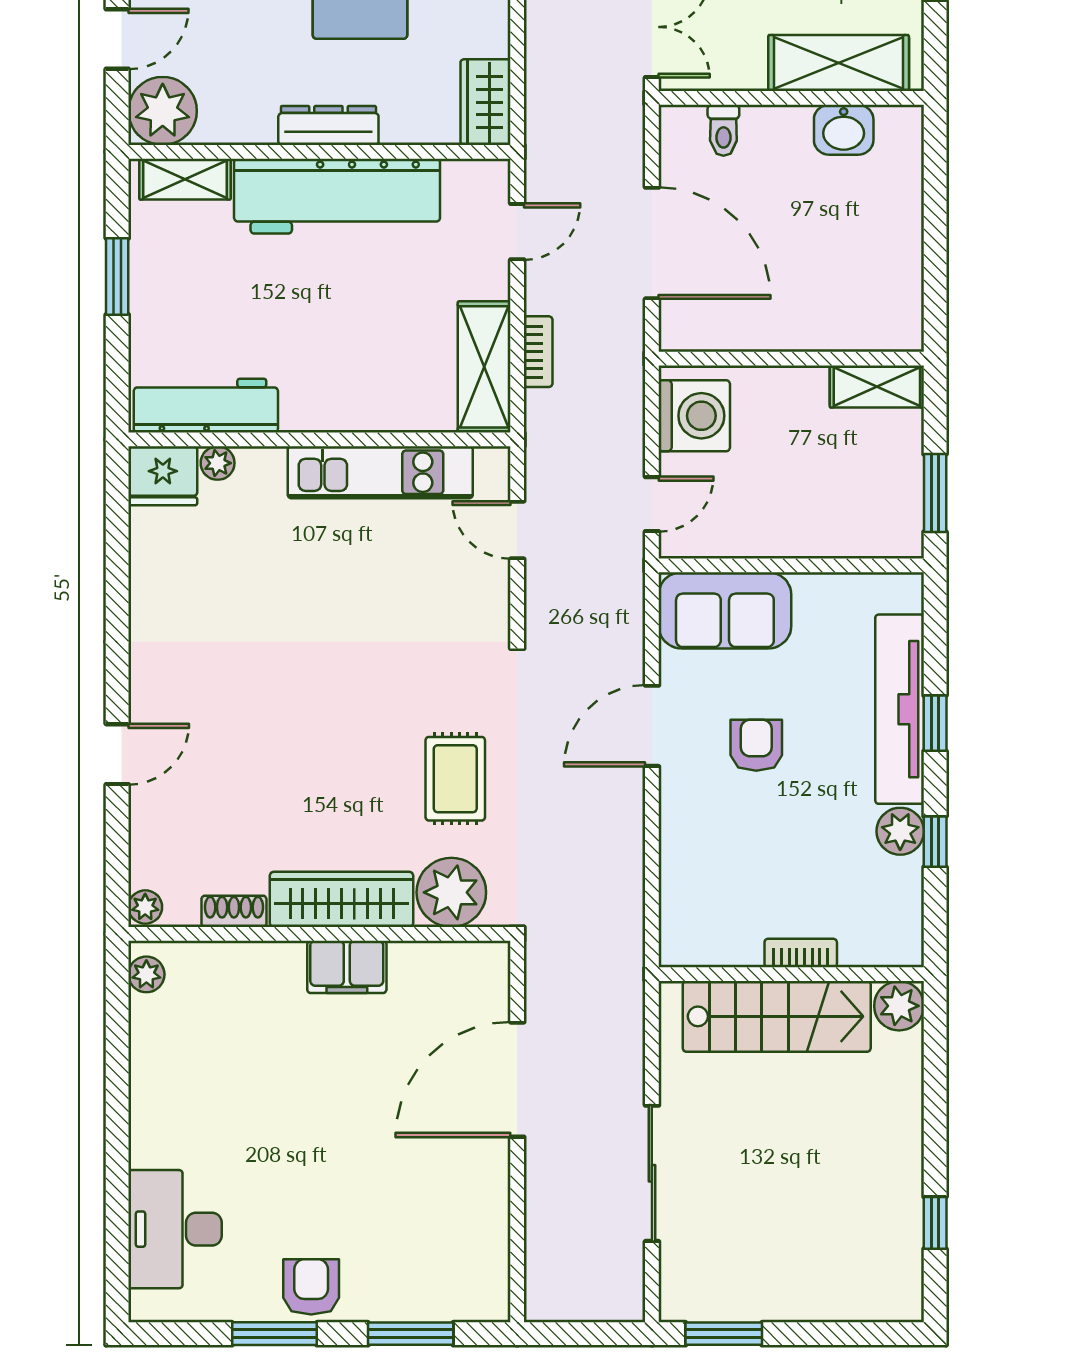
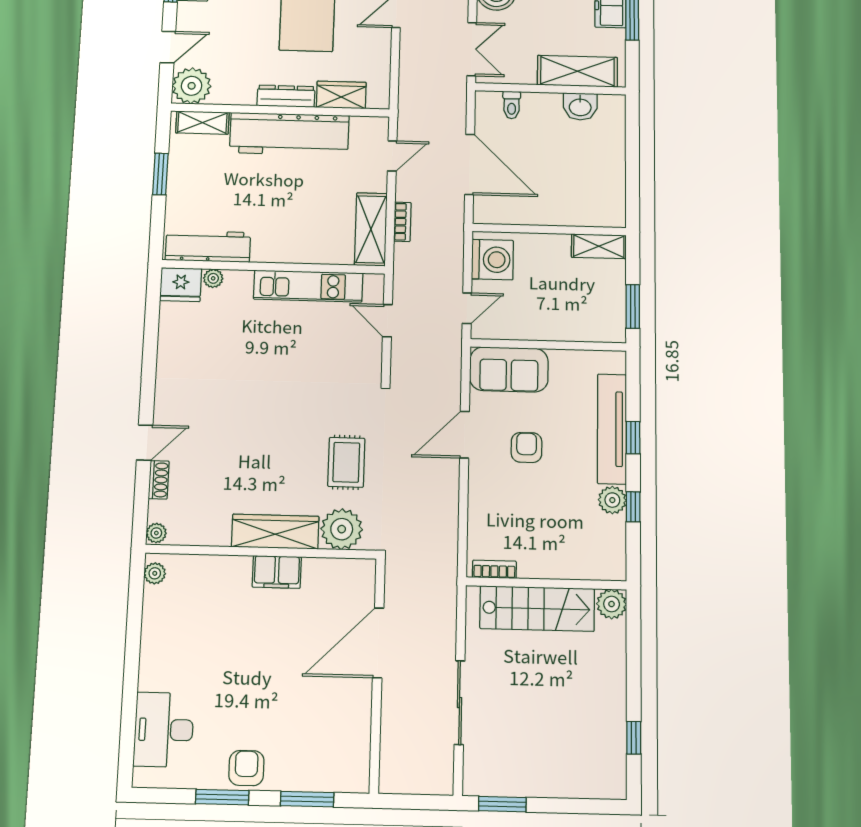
wardrobe: (485, 102) -> (341, 95), moved, turned 90
shoe rack: (234, 911) -> (159, 480), moved, turned 90
bookcase: (801, 953) -> (494, 569), moved

